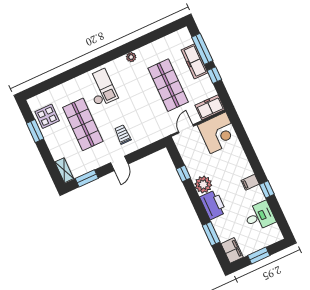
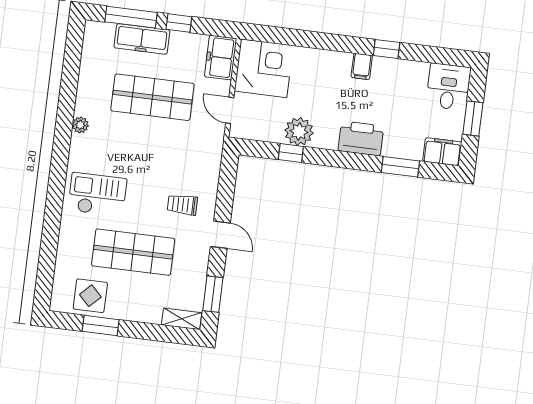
plant: (203, 185) -> (299, 132), moved
desk: (259, 216) -> (448, 87), moved

